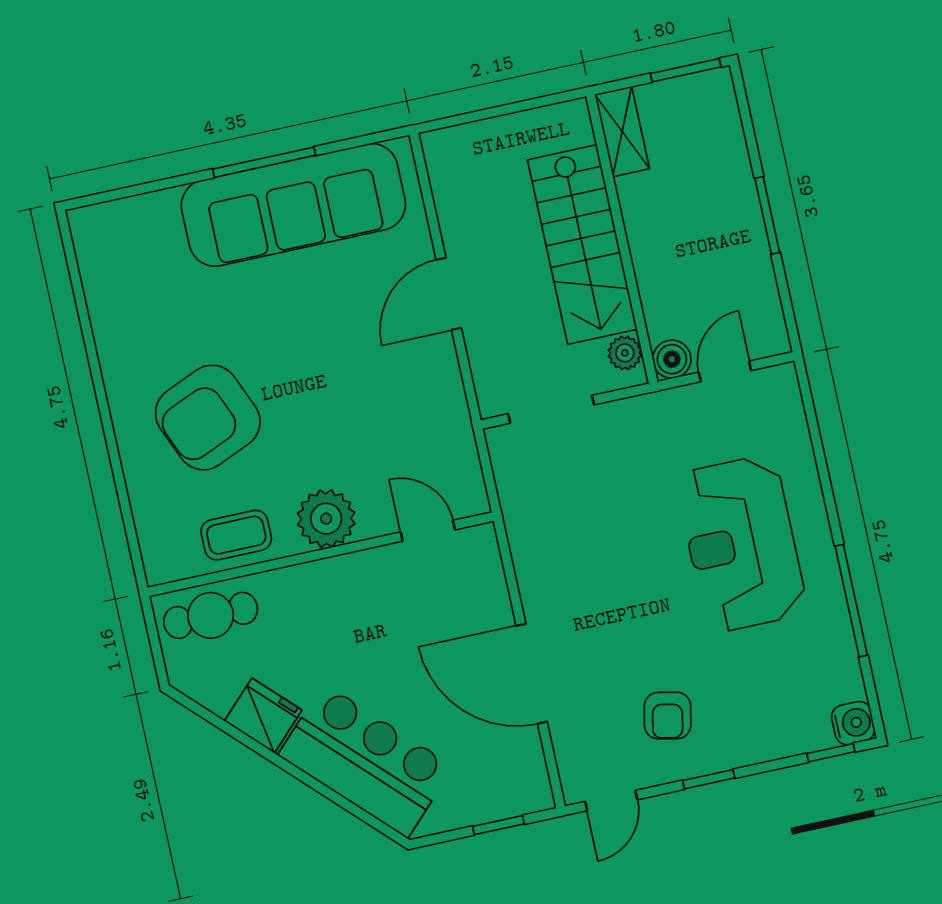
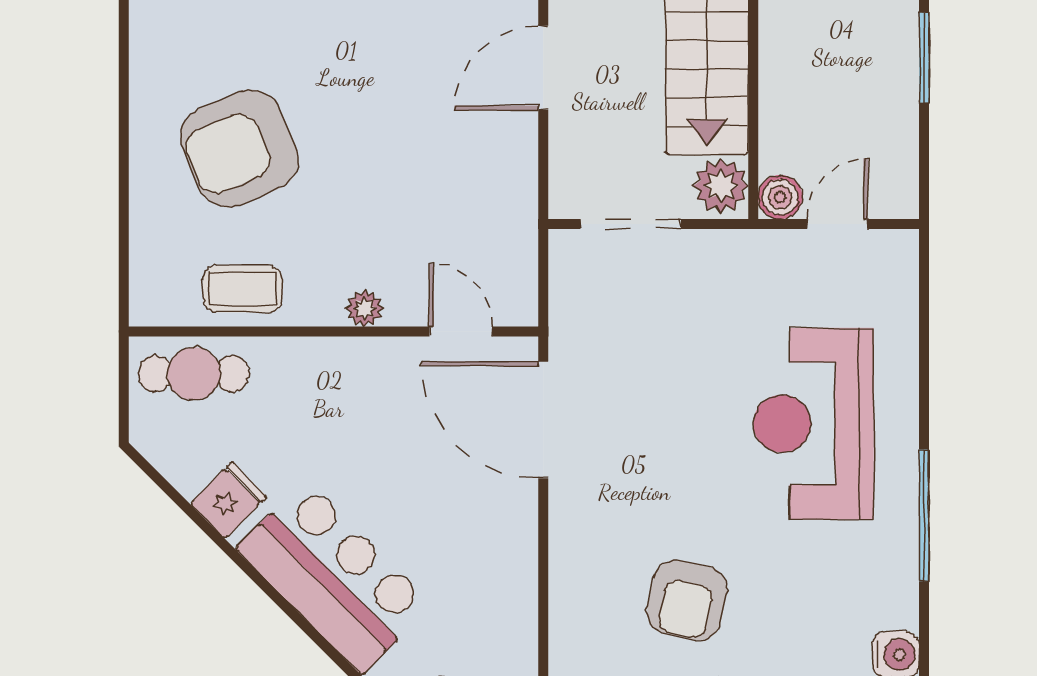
plant: (625, 353) -> (721, 186), width x1.38, depth x1.38
plant: (326, 519) -> (365, 308), width x0.53, depth x0.53
door: (532, 674) -> (543, 420), moved
fridge: (263, 716) -> (228, 500), width x0.72
armchair: (668, 716) -> (687, 600), width x1.38, depth x1.38

